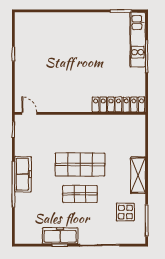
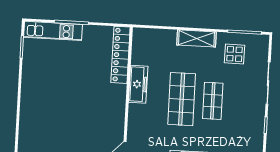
freezer: (60, 236) -> (138, 84), moved, turned 180

